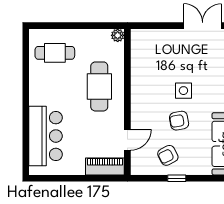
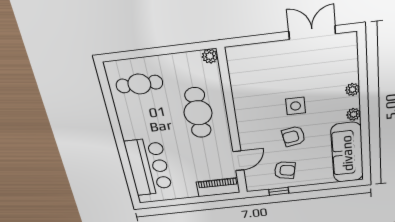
armchair: (168, 155) -> (285, 170), turned -142
window: (177, 178) -> (279, 191), moved

